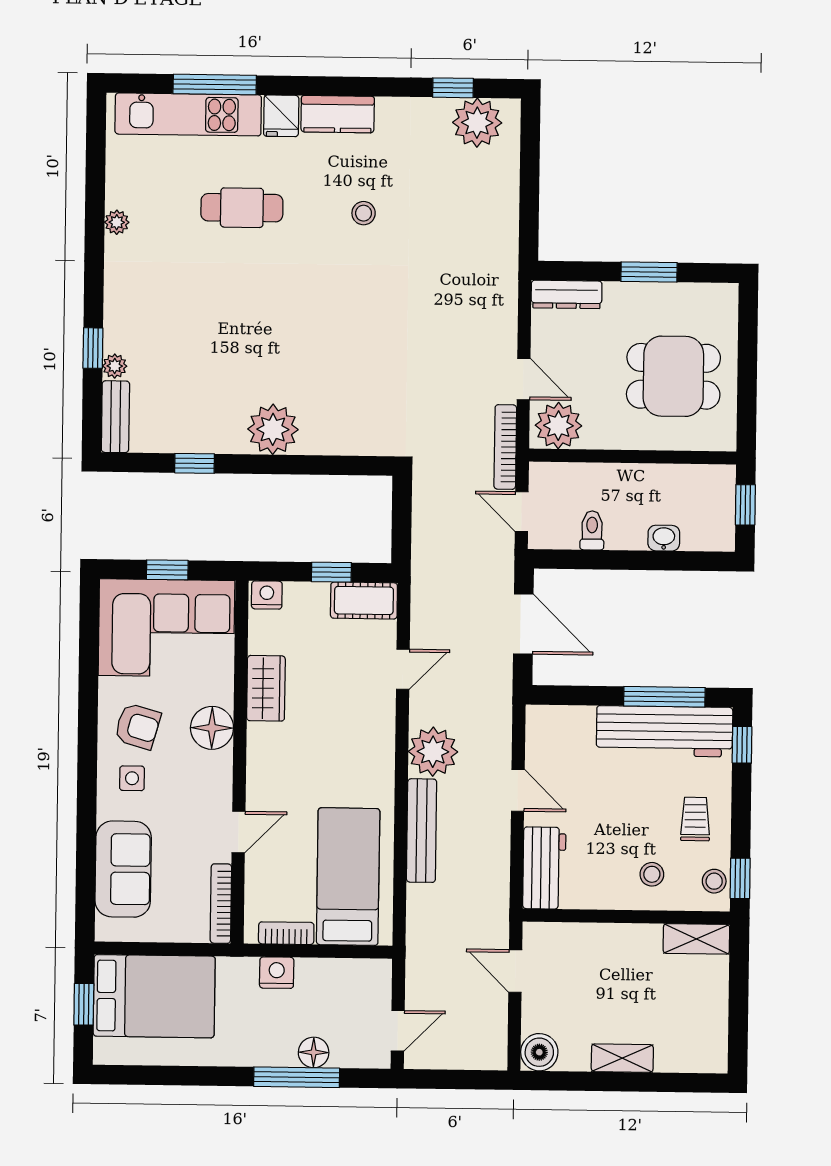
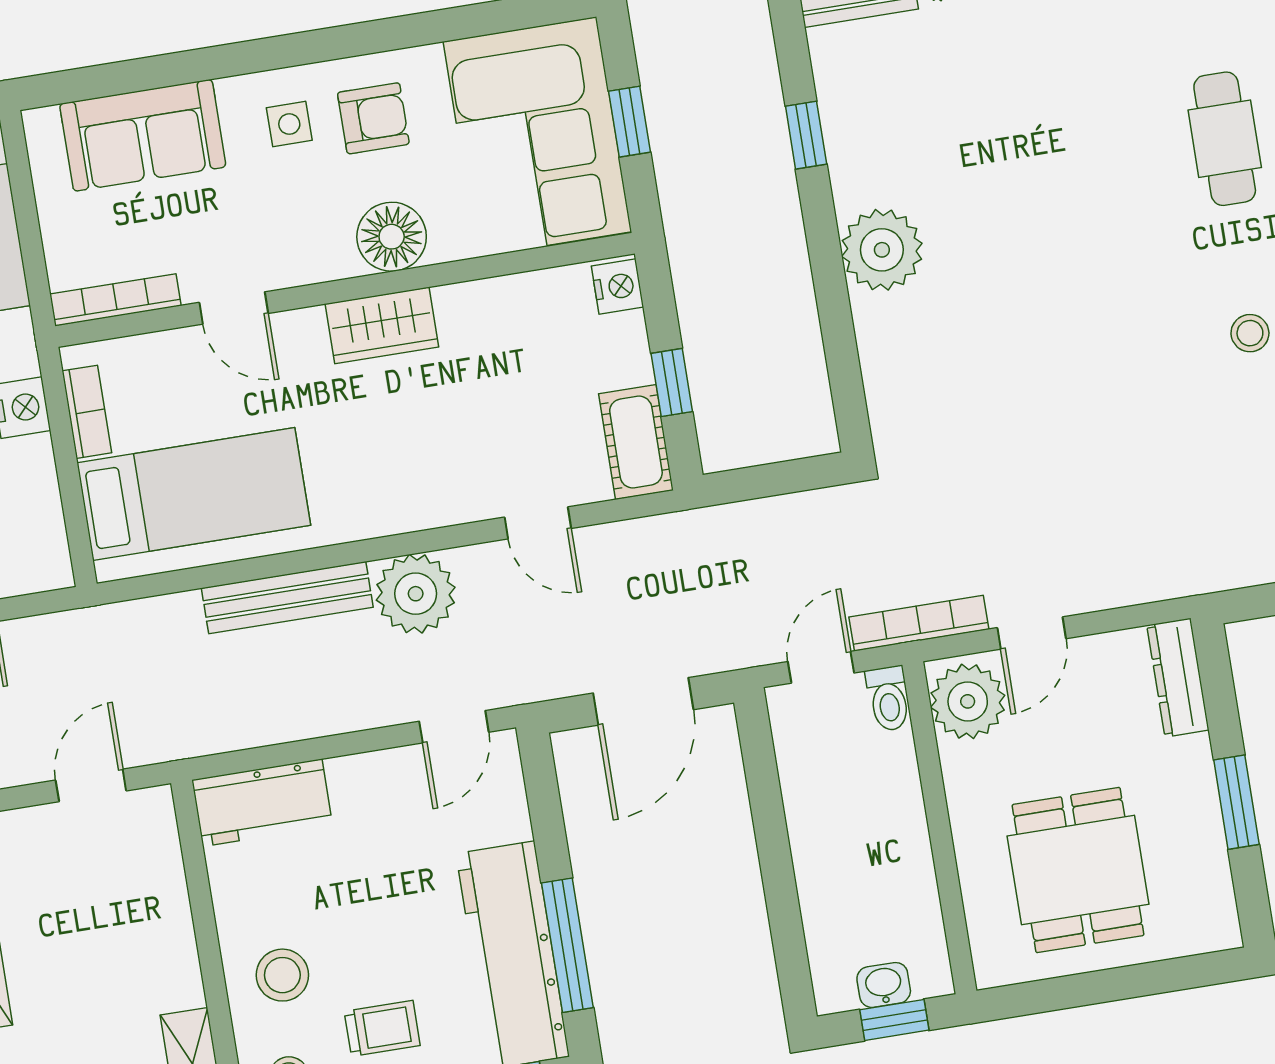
toilet: (592, 530) -> (888, 699), moved, turned 90
washbasin: (664, 538) -> (884, 985), moved, turned -90
wardrobe: (266, 688) -> (382, 325), moved
armchair: (138, 726) -> (373, 118), turned -106
door: (518, 790) -> (454, 727), moved
stool: (652, 874) -> (282, 975), width x1.37, depth x1.37

